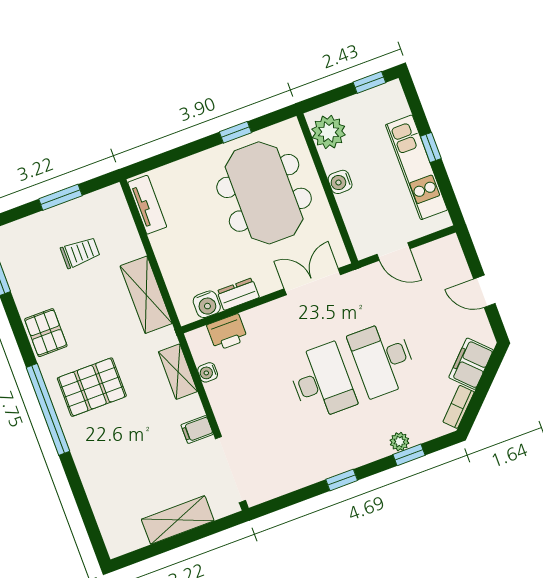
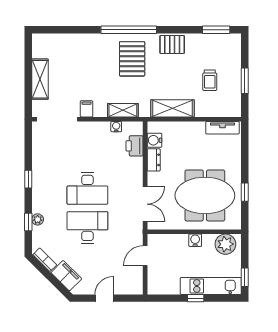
kitchen unit: (416, 167) -> (211, 286), moved

